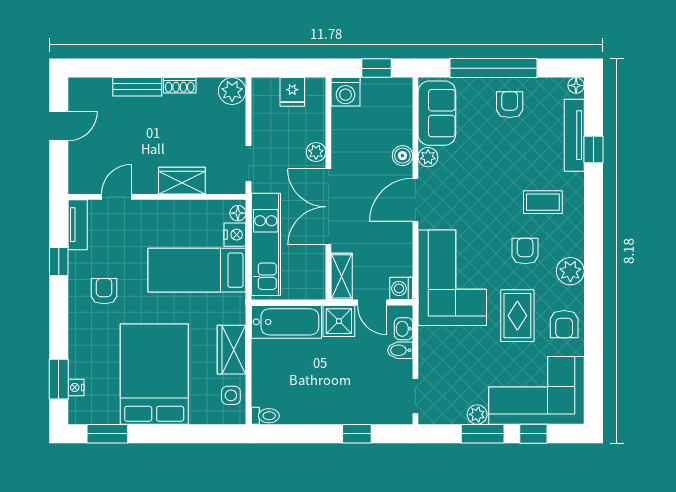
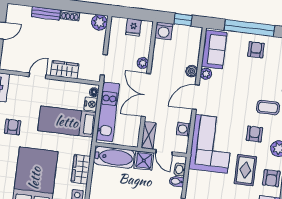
door: (116, 197) -> (38, 76), moved
washing machine: (401, 288) -> (184, 129), moved

